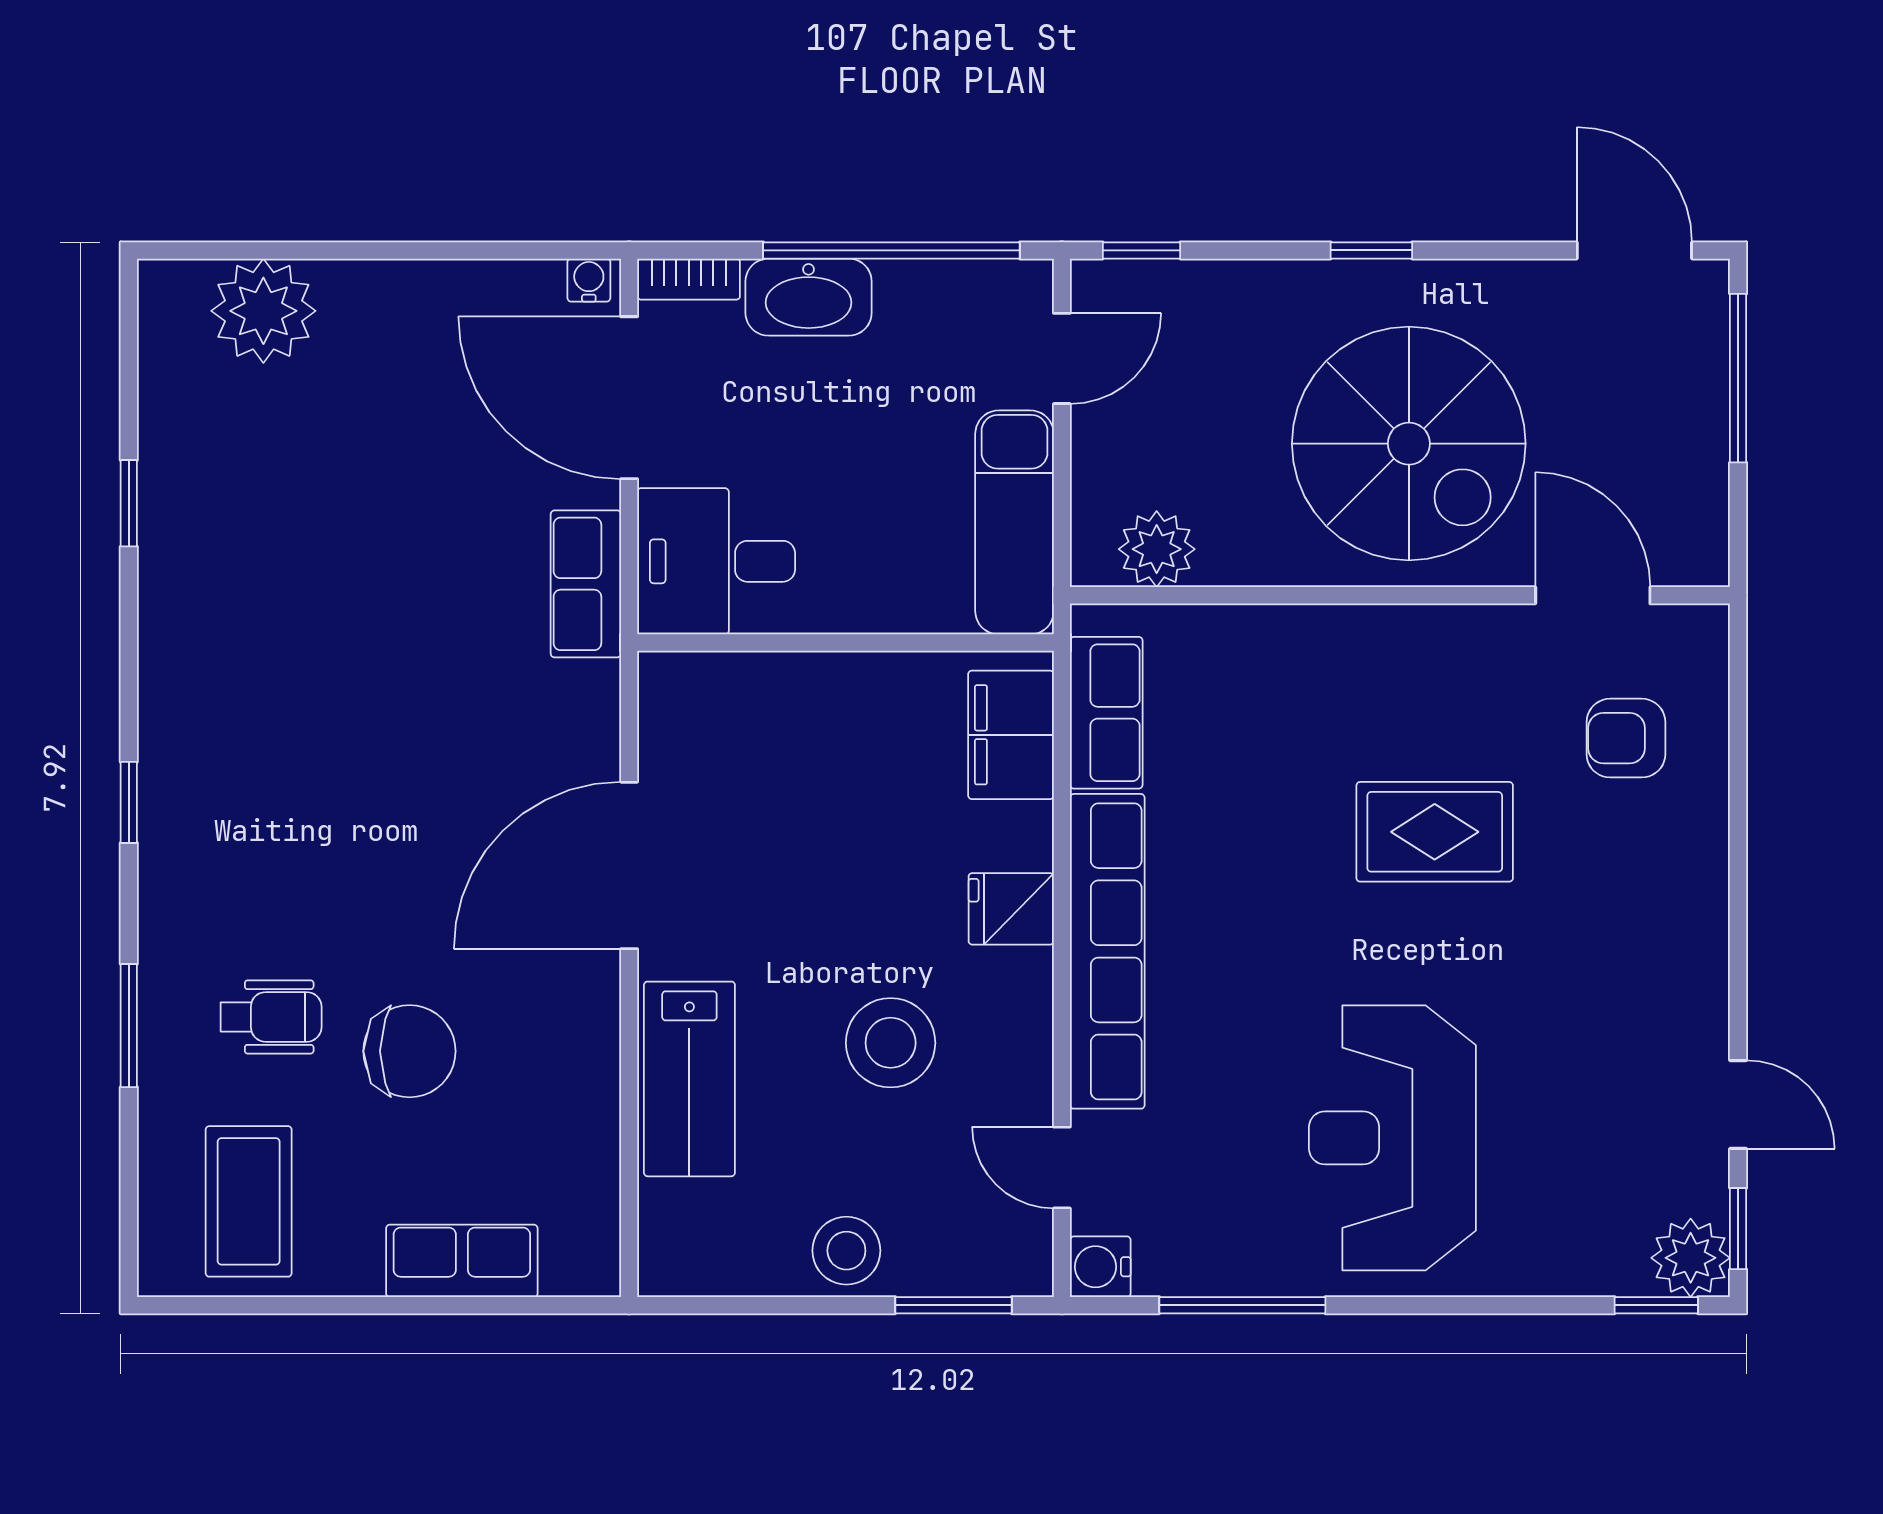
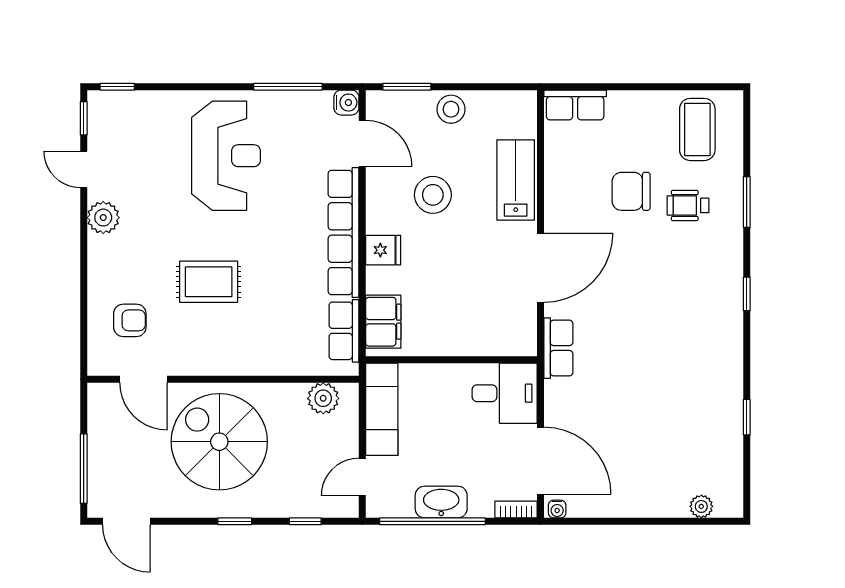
window: (1142, 250) -> (305, 521), moved
washbasin: (809, 297) -> (441, 502), moved
plant: (263, 311) -> (701, 506), width x0.53, depth x0.53
row of seats: (586, 584) -> (558, 348), moved
door: (1062, 1168) -> (362, 143), width x1.38
plant: (1691, 1258) -> (103, 218), moved
row of seats: (462, 1261) -> (575, 105), moved

